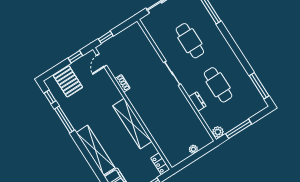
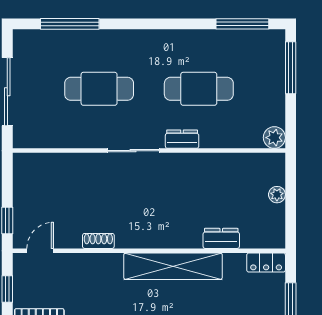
door: (102, 60) -> (40, 251), swing flipped
dresser: (197, 101) -> (182, 139), moved
window: (239, 129) -> (291, 68), moved
dresser: (158, 137) -> (221, 238), added

